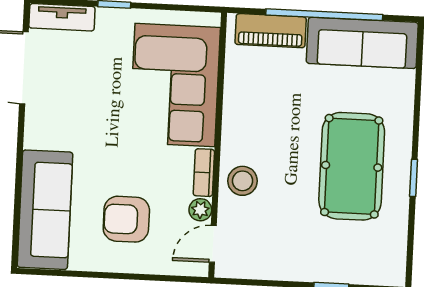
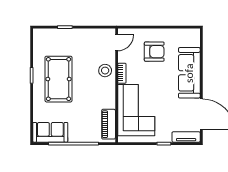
piano: (271, 31) -> (109, 124), moved, turned -90
sofa: (362, 43) -> (50, 132), width x0.73
sofa: (45, 210) -> (189, 73), moved
plant: (200, 210) -> (123, 57), removed

